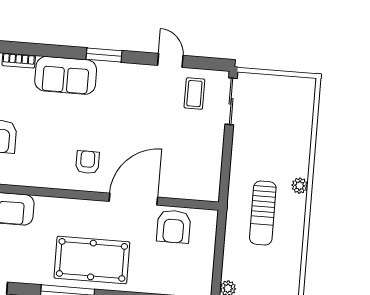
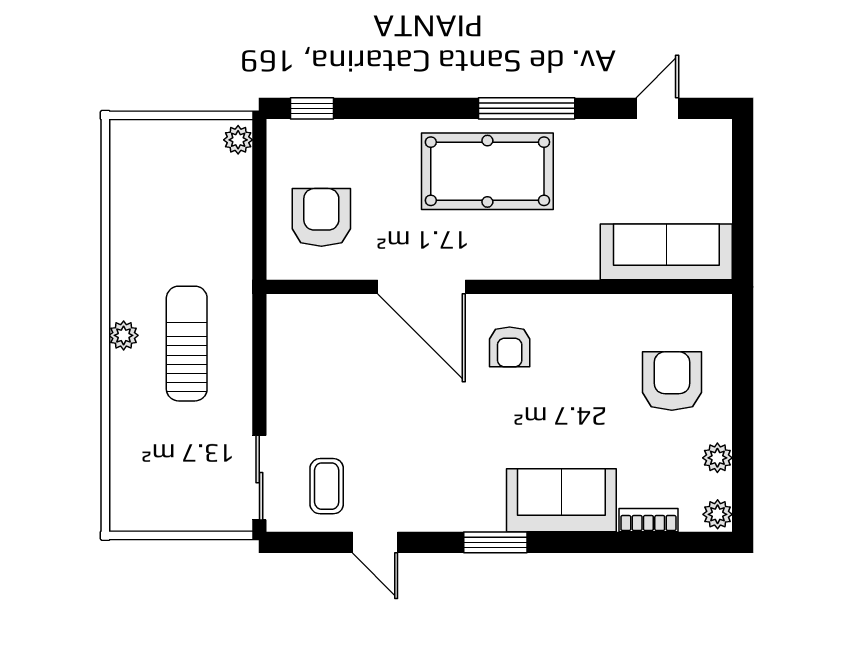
door: (133, 199) -> (421, 287), hinge flipped
sun lounger: (263, 213) -> (187, 344), moved
armchair: (174, 226) -> (321, 217), moved

